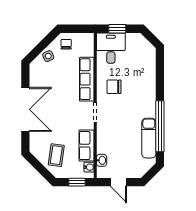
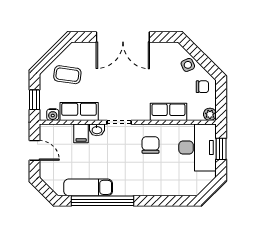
plant: (89, 38) -> (210, 114), added
desk: (111, 48) -> (198, 148), width x1.37
row of seats: (87, 79) -> (168, 112), width x0.68
filing cabinet: (104, 144) -> (81, 133), added
washbasin: (102, 160) -> (97, 130), moved
door: (119, 182) -> (34, 150), swing flipped

